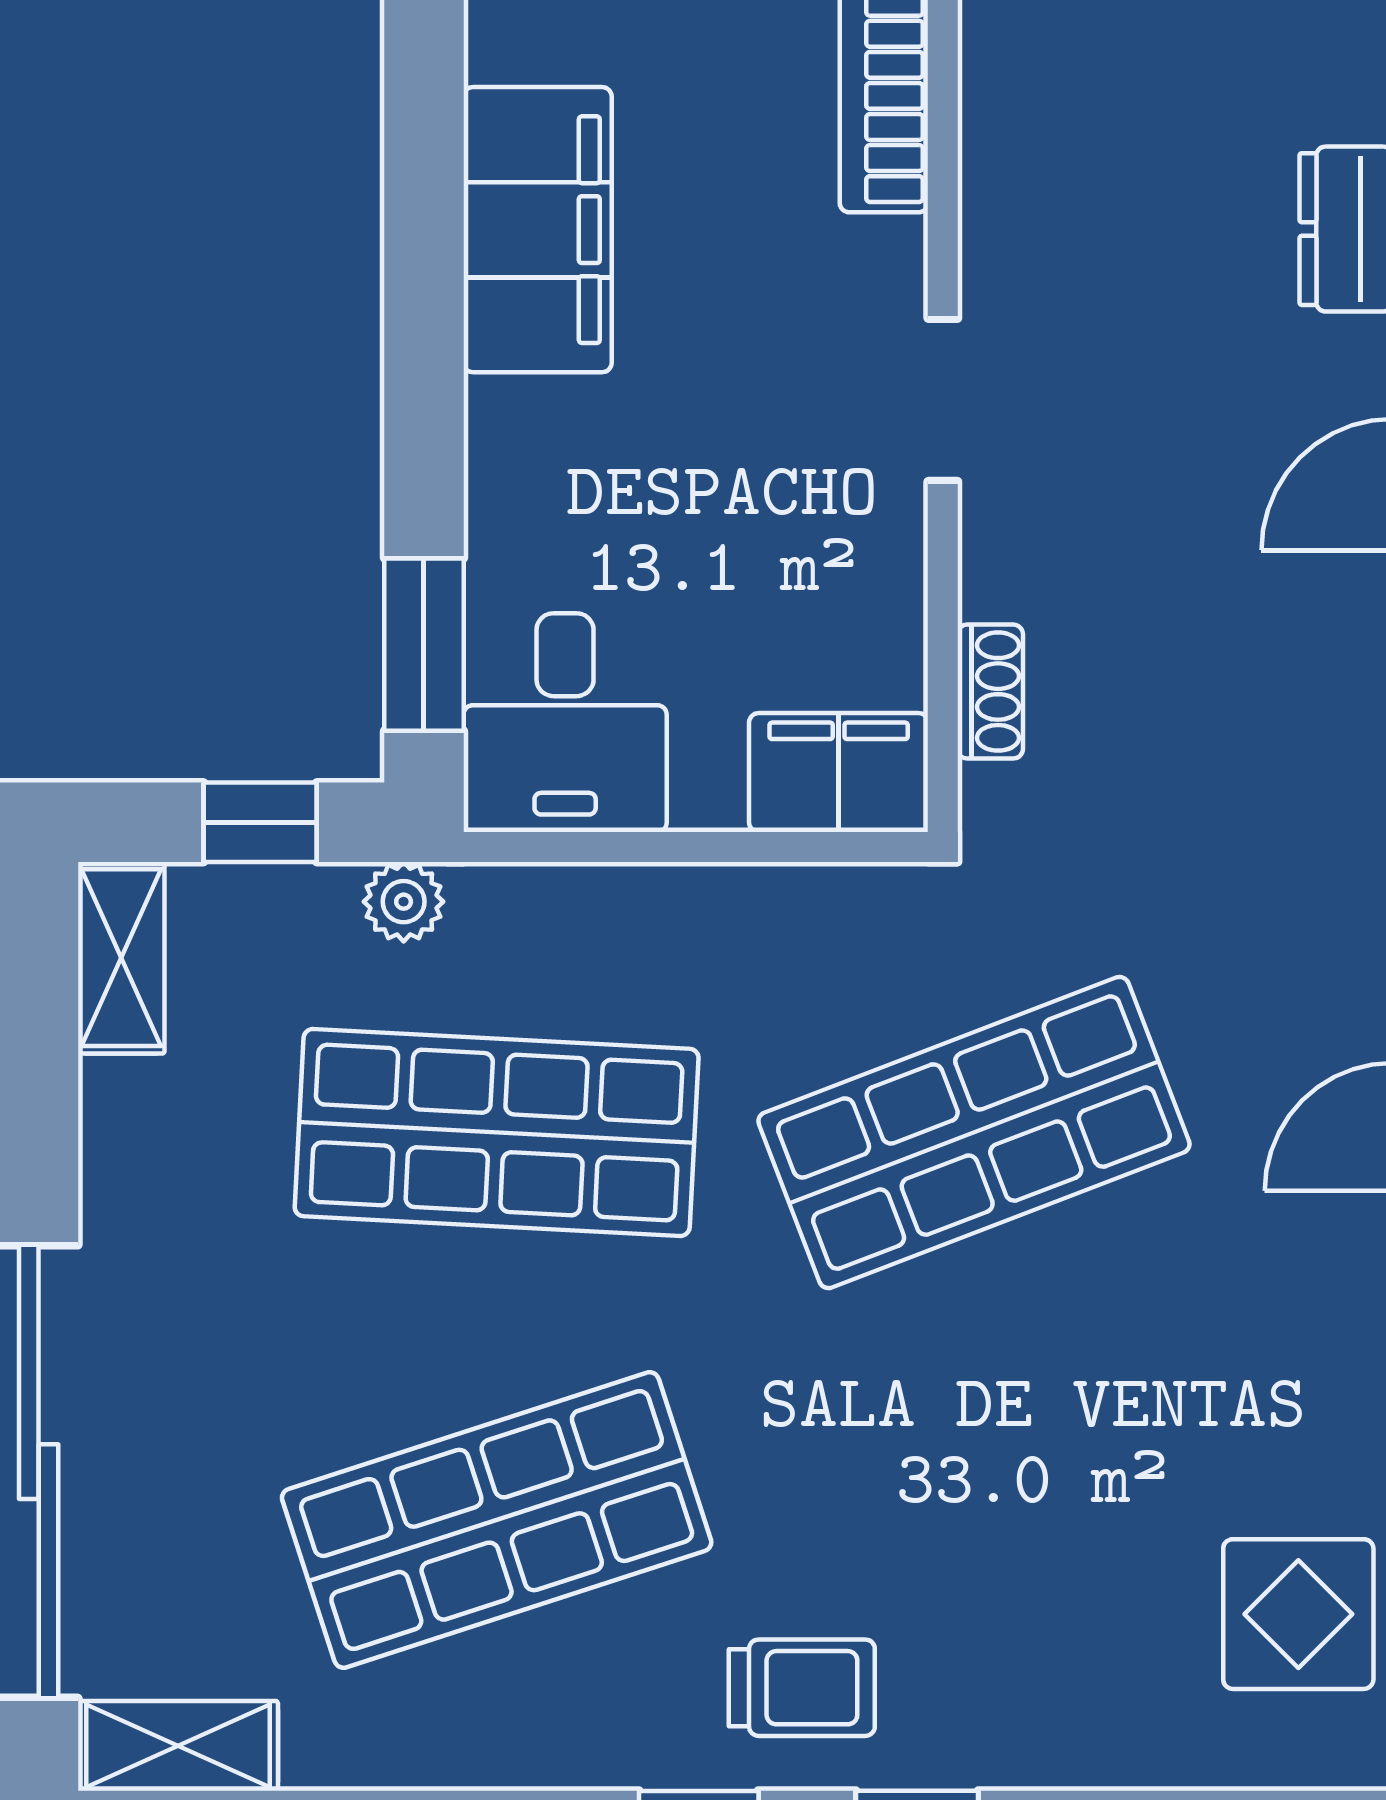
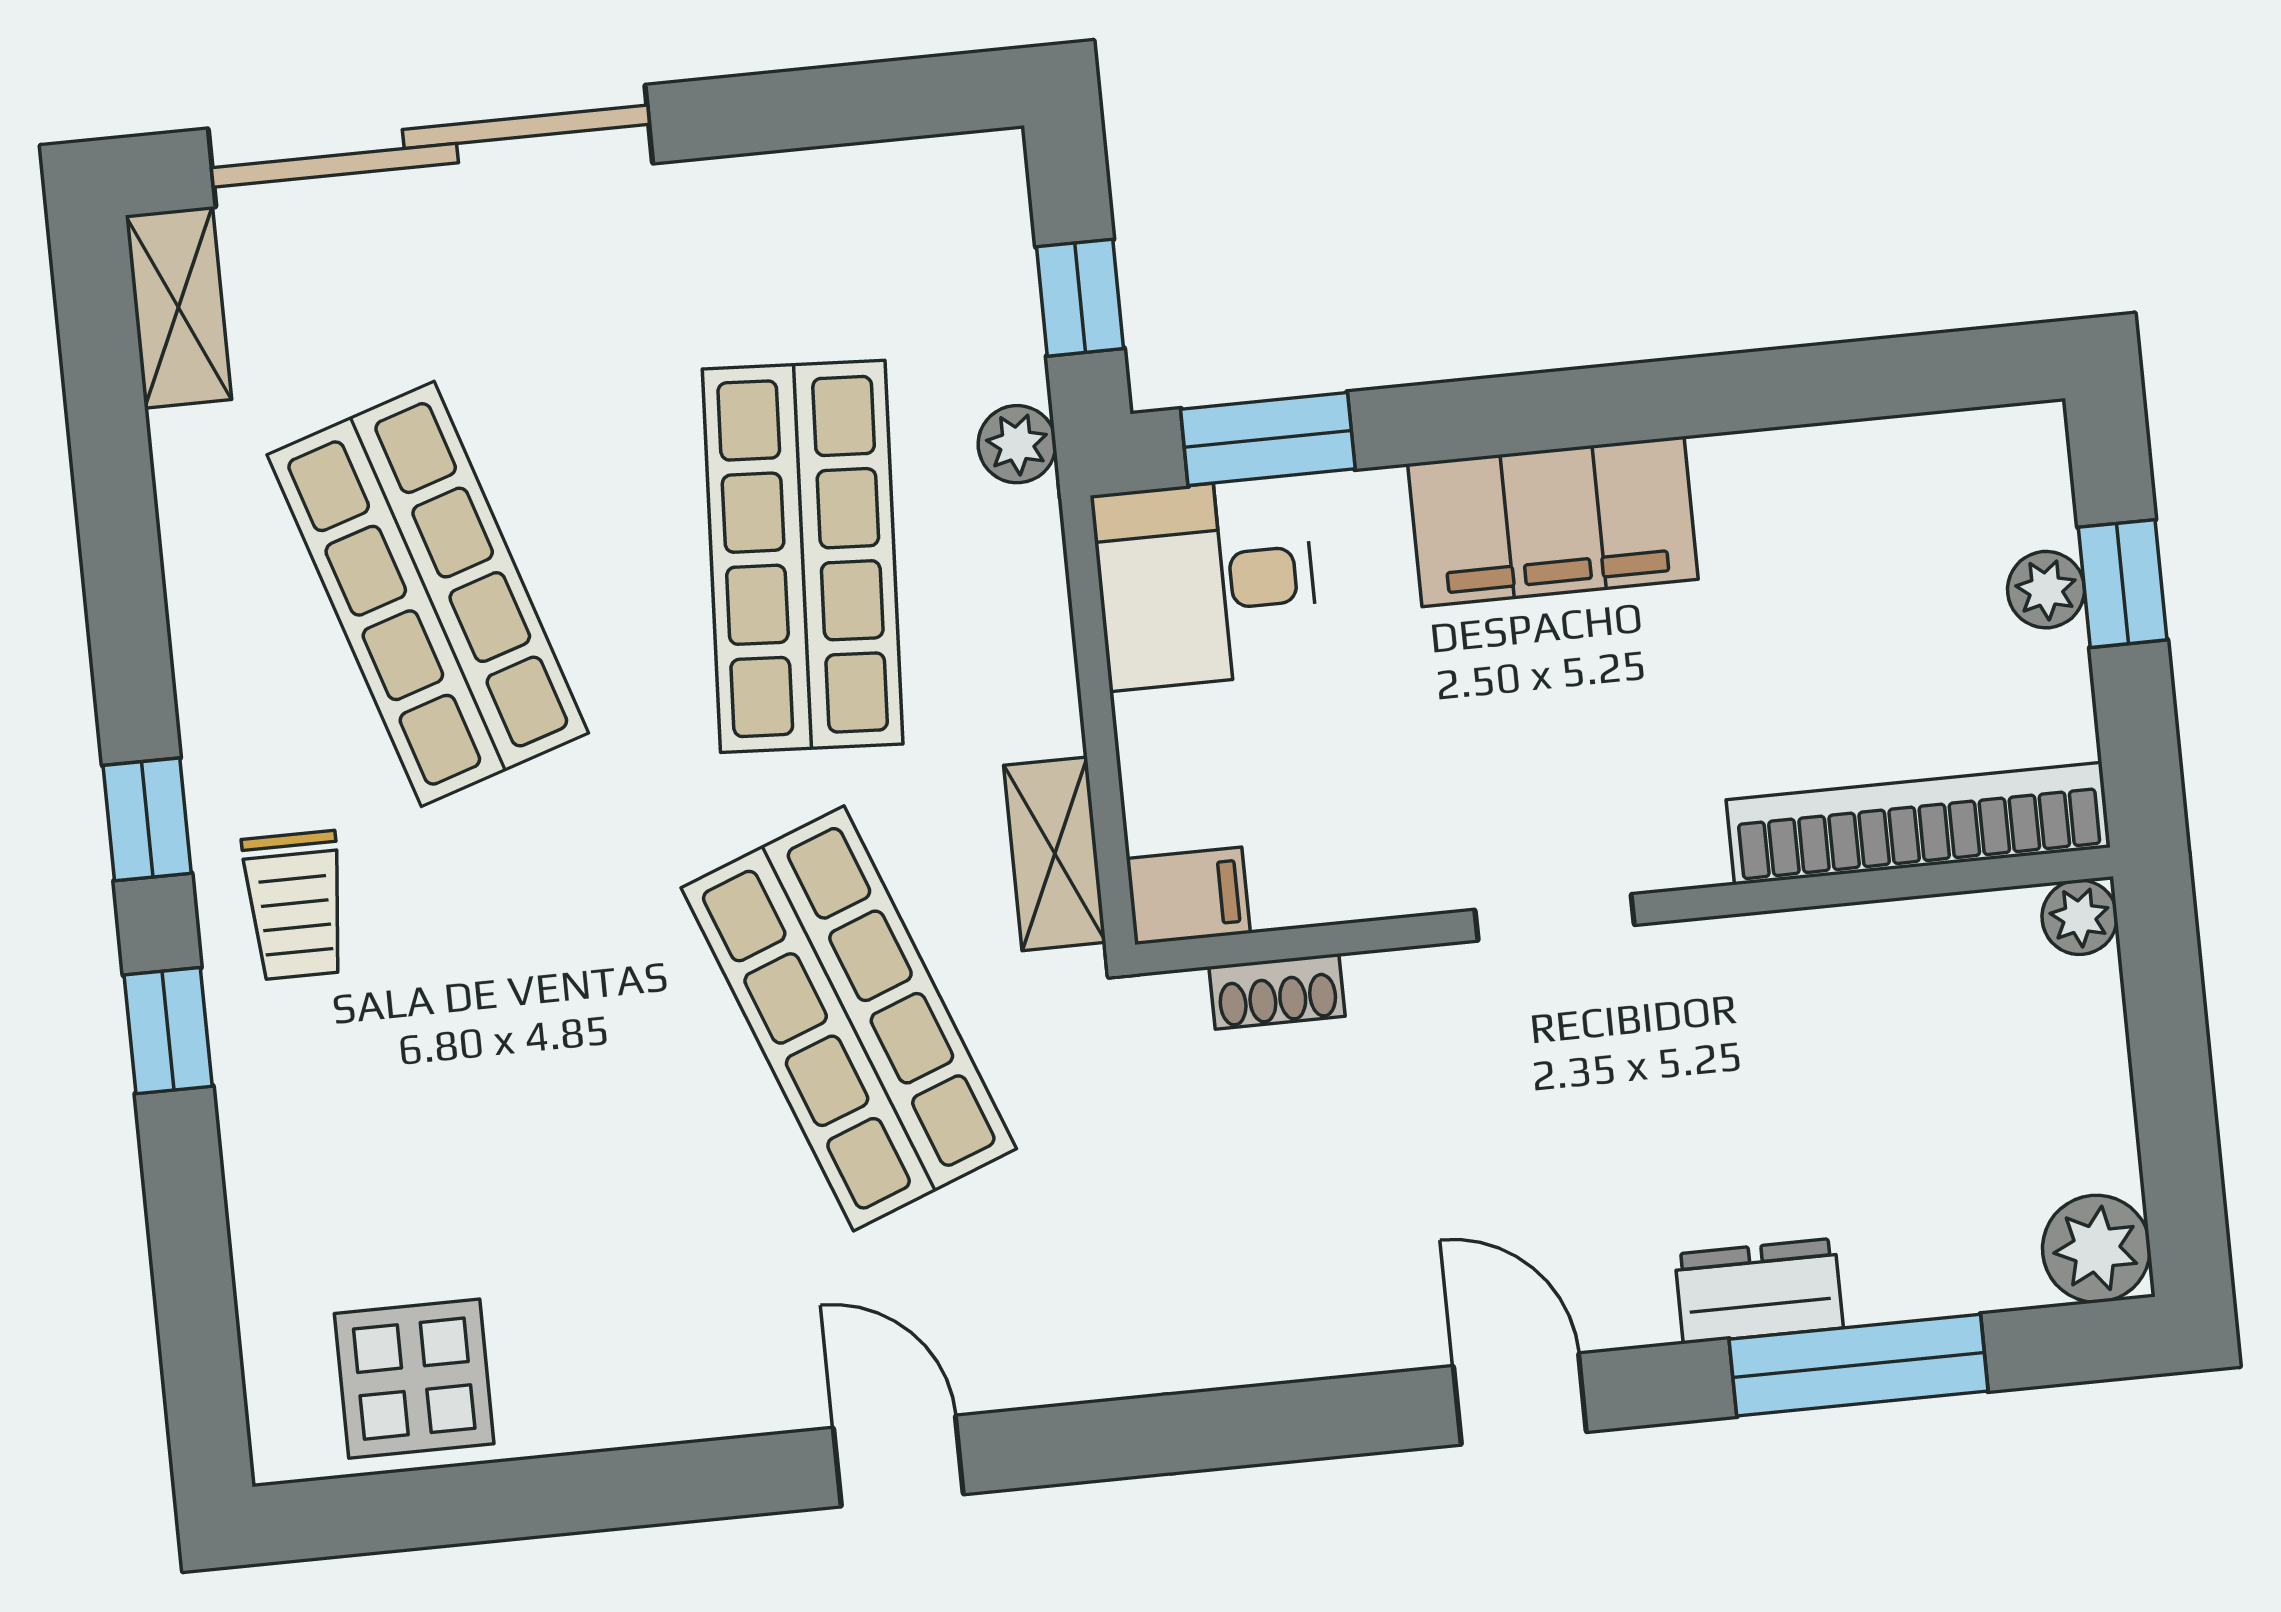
filing cabinet: (538, 230) -> (1553, 522), moved
filing cabinet: (839, 773) -> (1188, 896), width x0.50
shelving: (121, 958) -> (1055, 854), moved, turned 90

